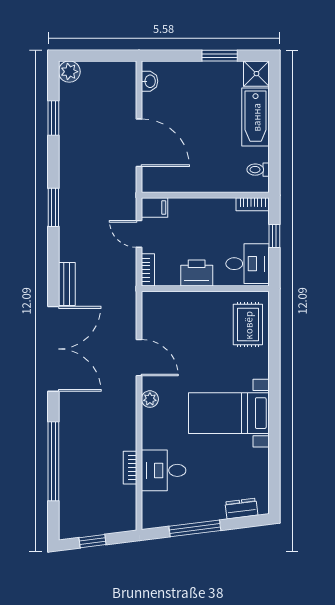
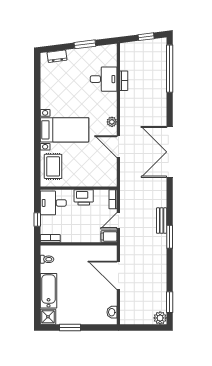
window: (53, 118) -> (170, 302), moved
door: (139, 234) -> (118, 221), swing flipped
bench: (67, 284) -> (162, 221), moved
bed with nightstands: (229, 413) -> (64, 130), moved
window: (53, 461) -> (170, 69), moved
window: (195, 528) -> (85, 44), width x0.69

